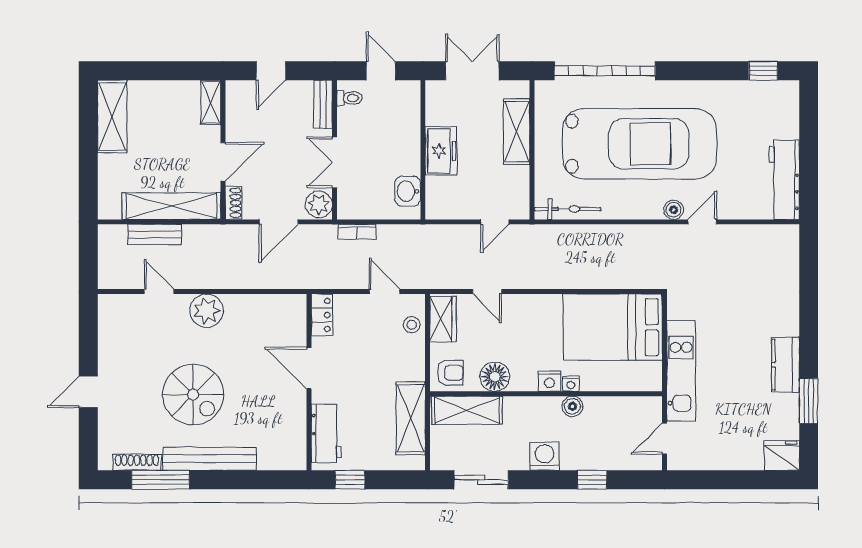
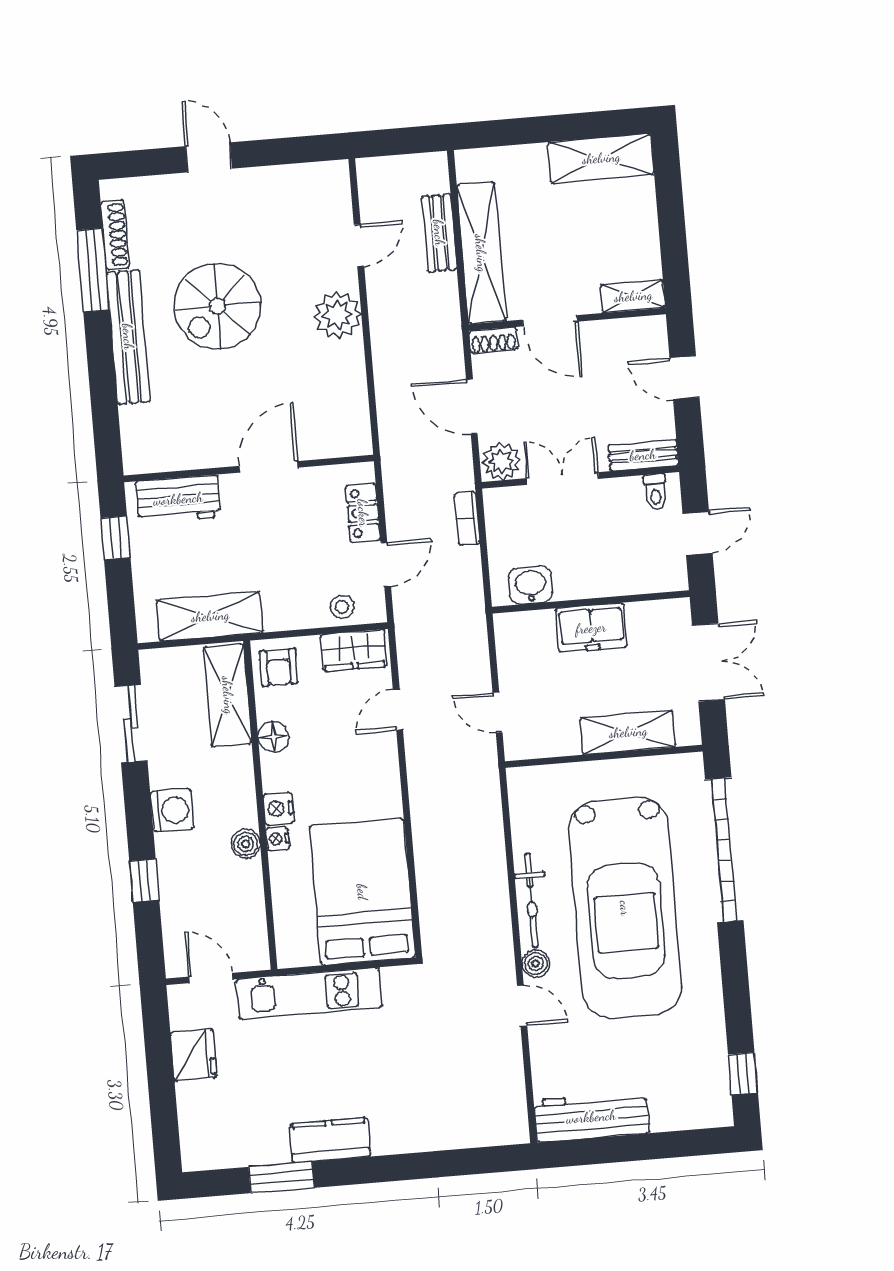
bicycle: (568, 209) -> (532, 900), moved
locker: (322, 315) -> (363, 513), moved, turned 90
floor lamp: (495, 377) -> (273, 737), width x0.73, depth x0.73
fridge: (782, 455) -> (193, 1055), moved

